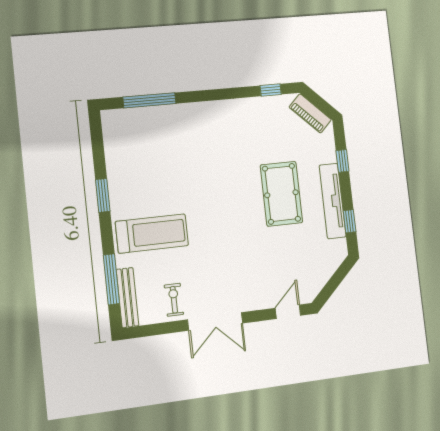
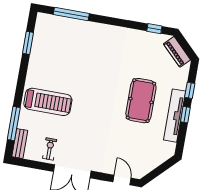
window: (103, 195) -> (28, 43), moved
window: (350, 221) -> (185, 115), moved
bench: (128, 298) -> (20, 144), width x0.73
door: (288, 312) -> (122, 180), hinge flipped

